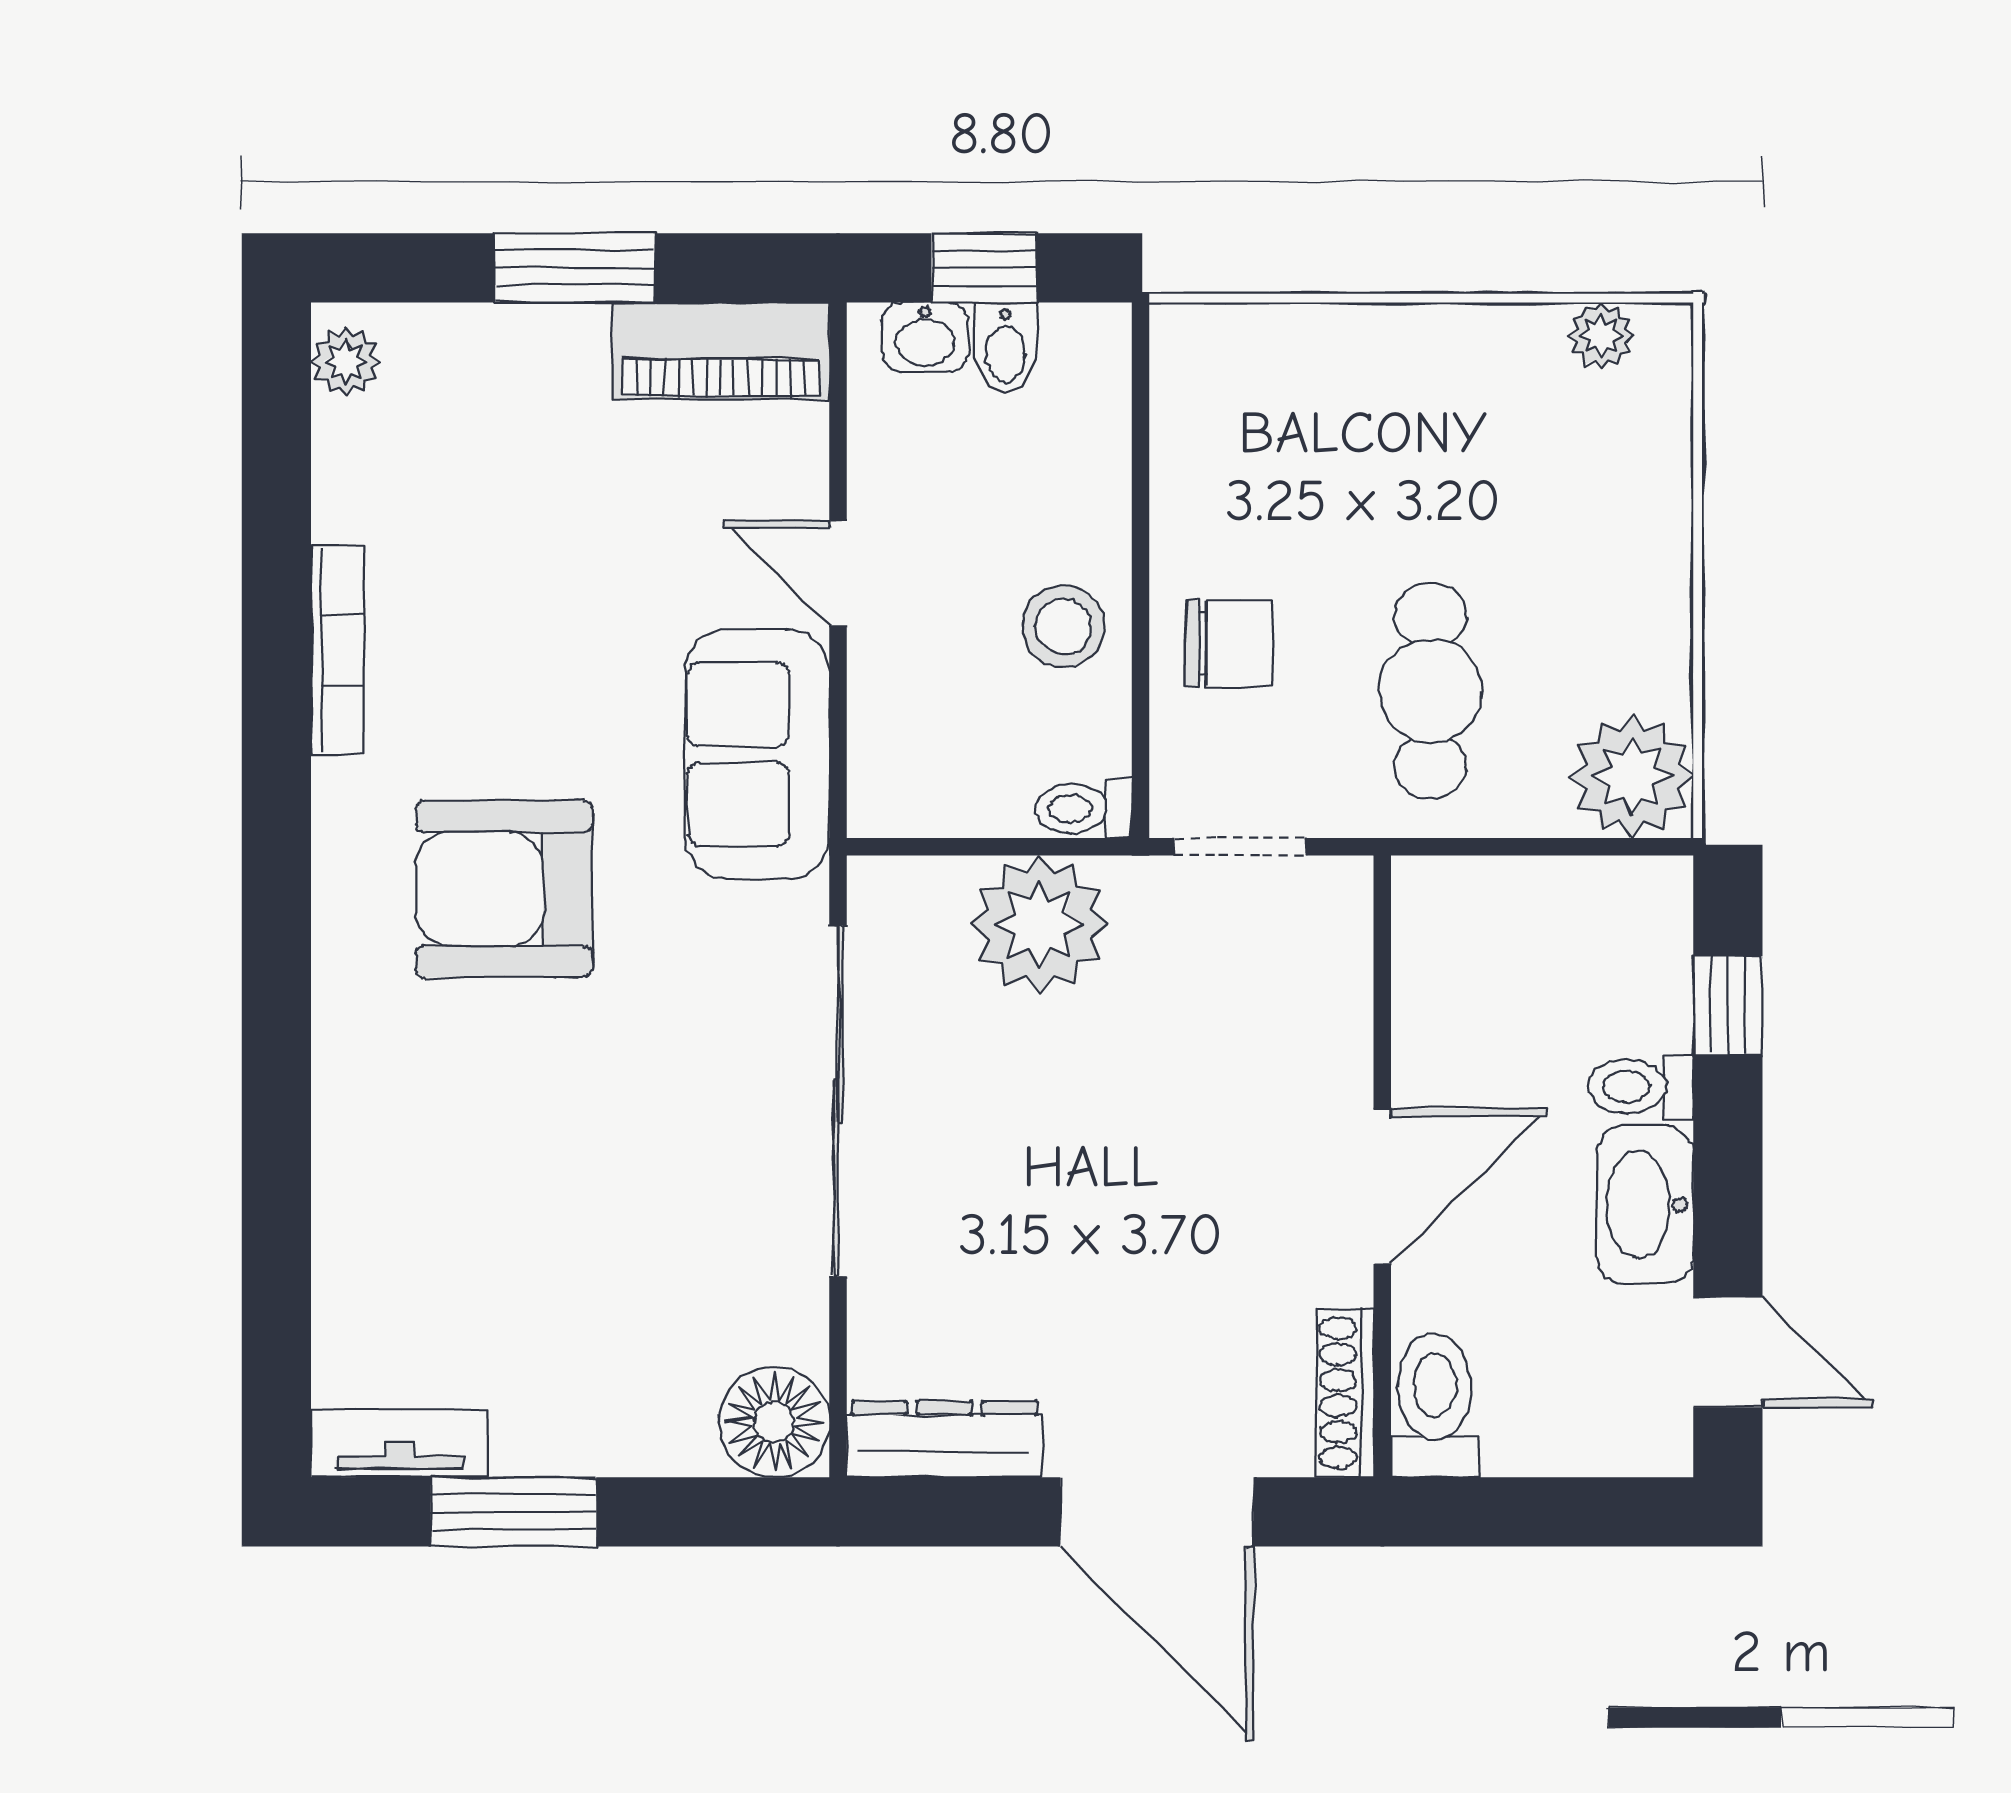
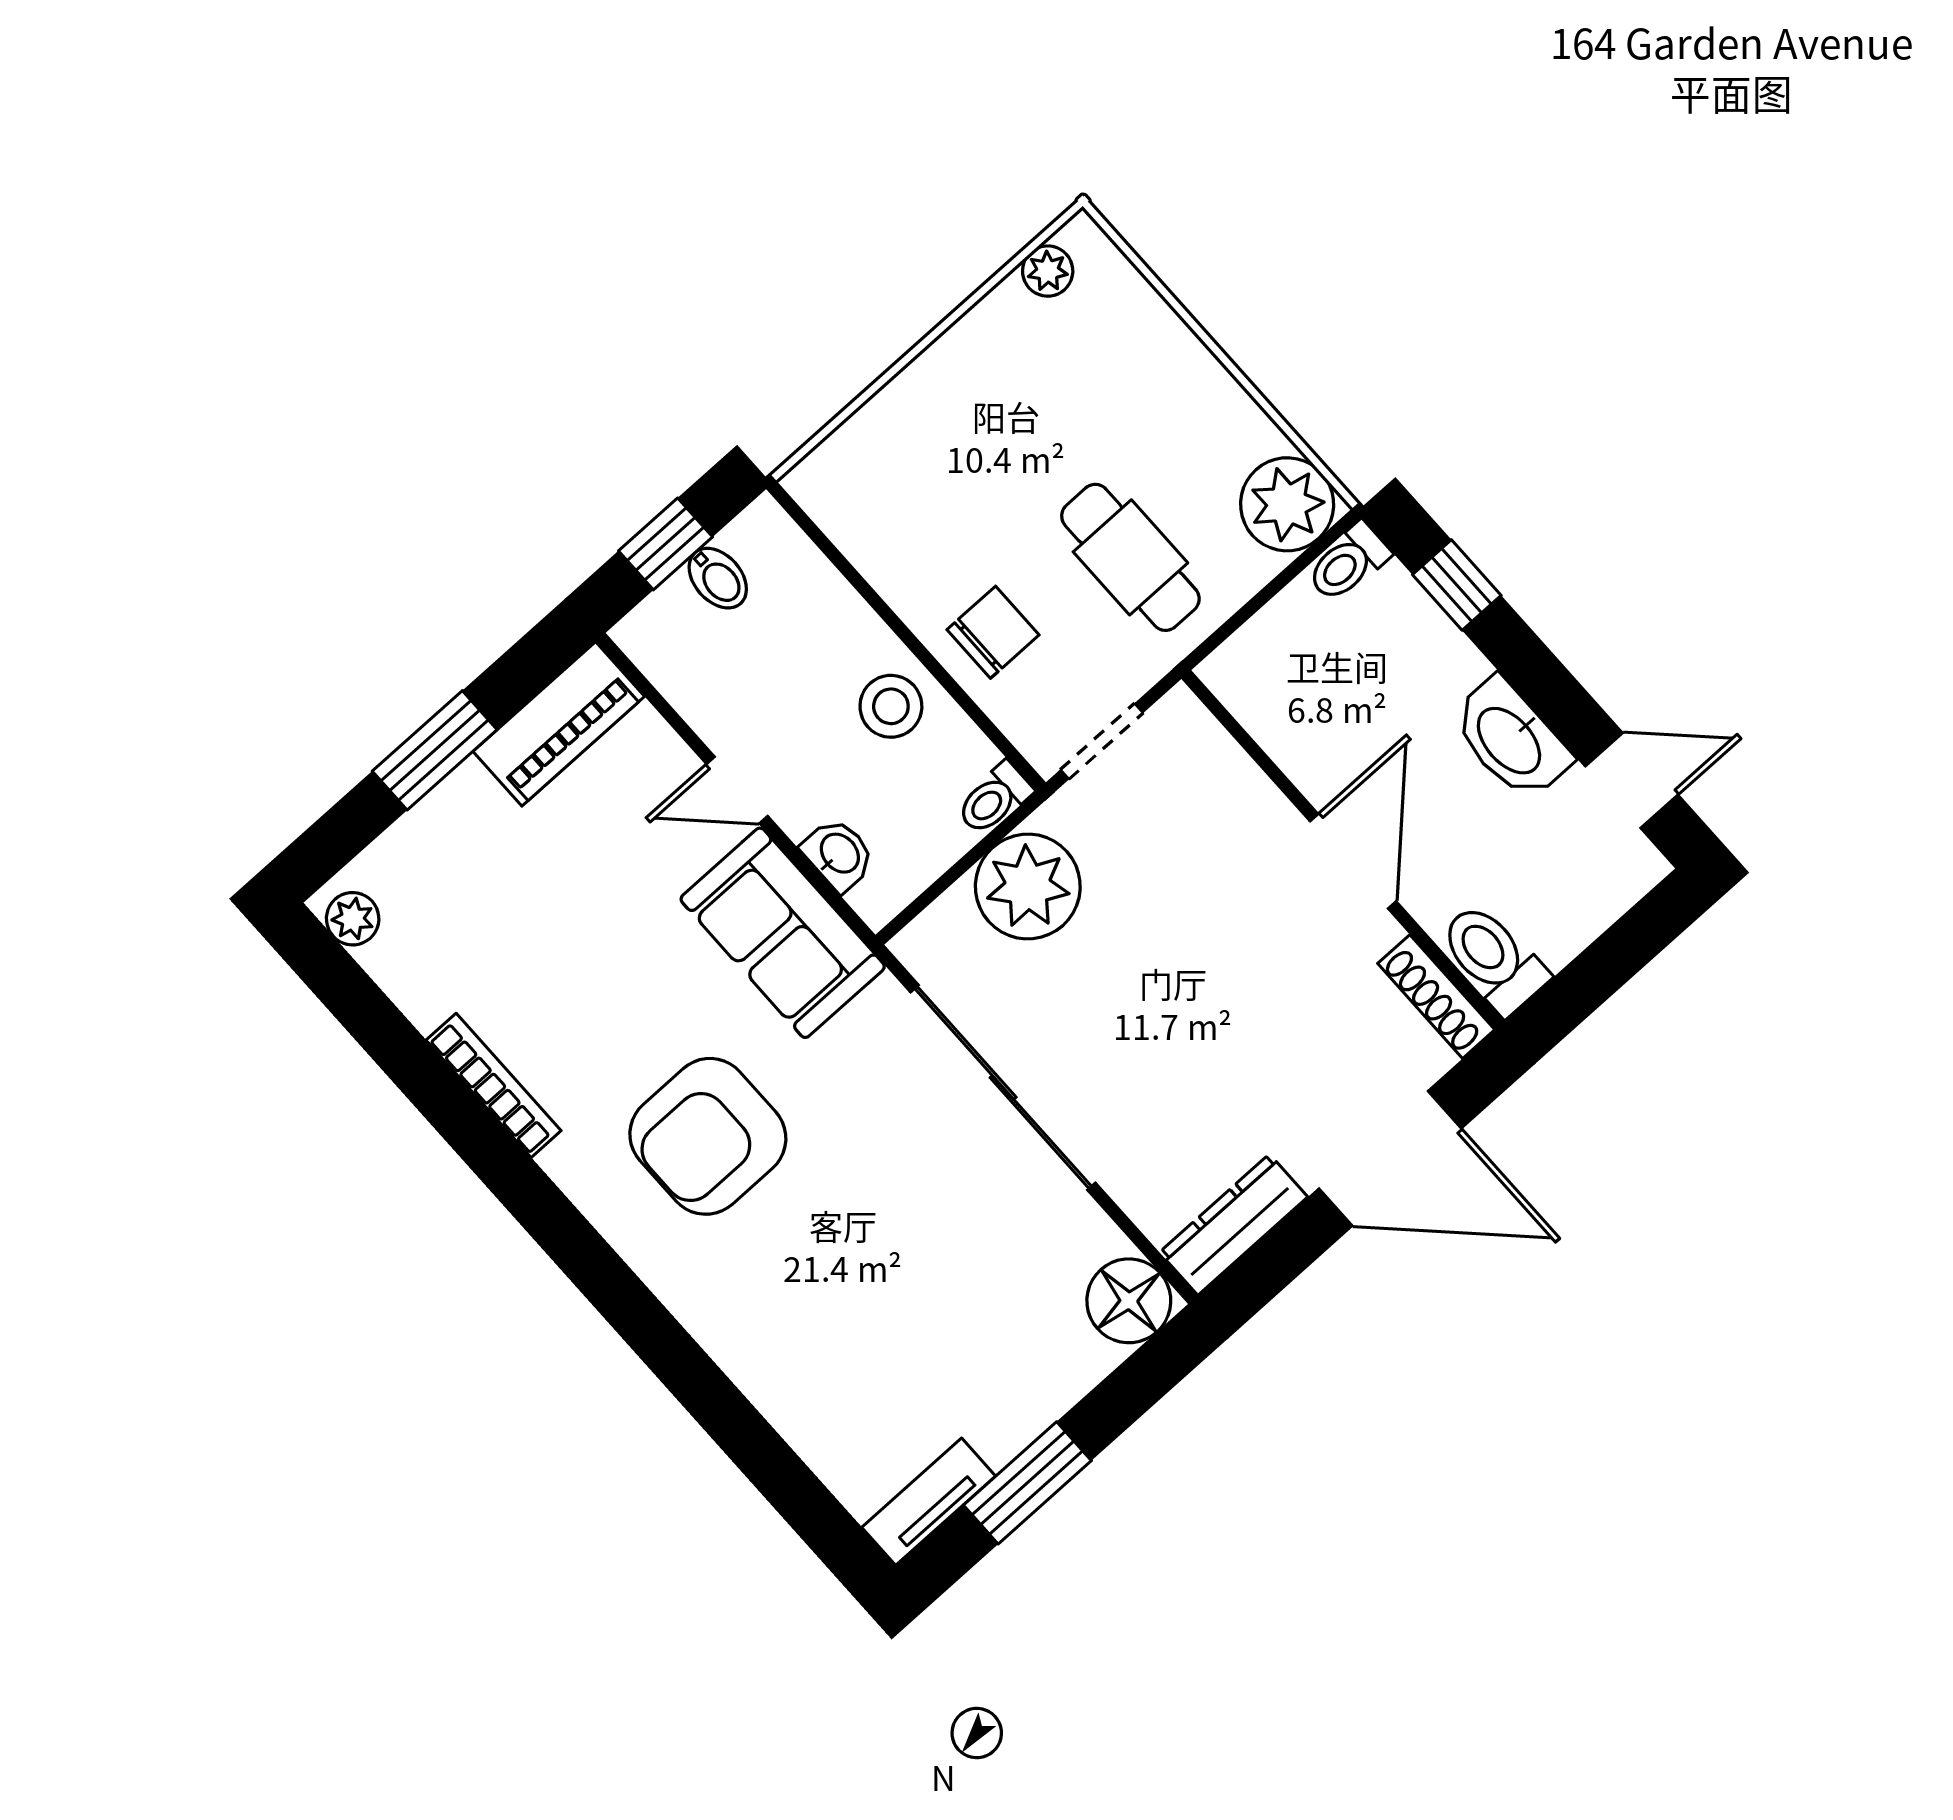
washbasin: (925, 337) -> (839, 854), moved, turned -90
toilet: (1641, 1087) -> (1348, 563), moved

